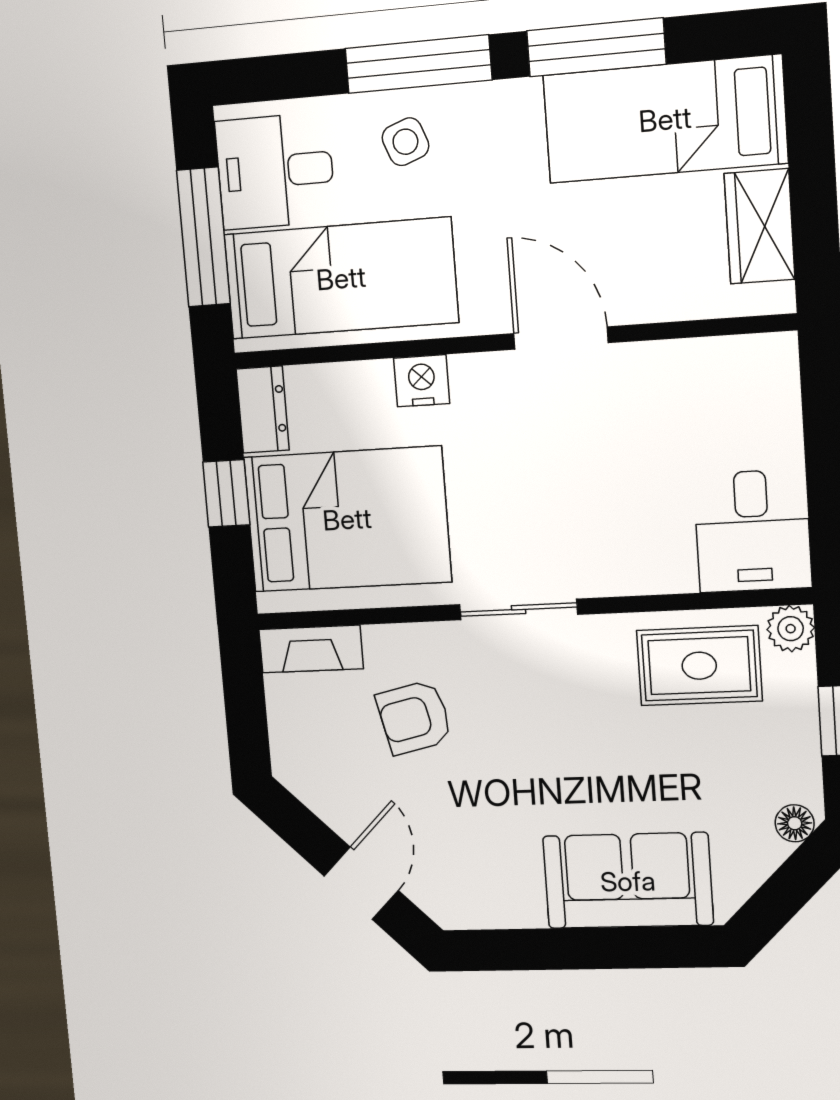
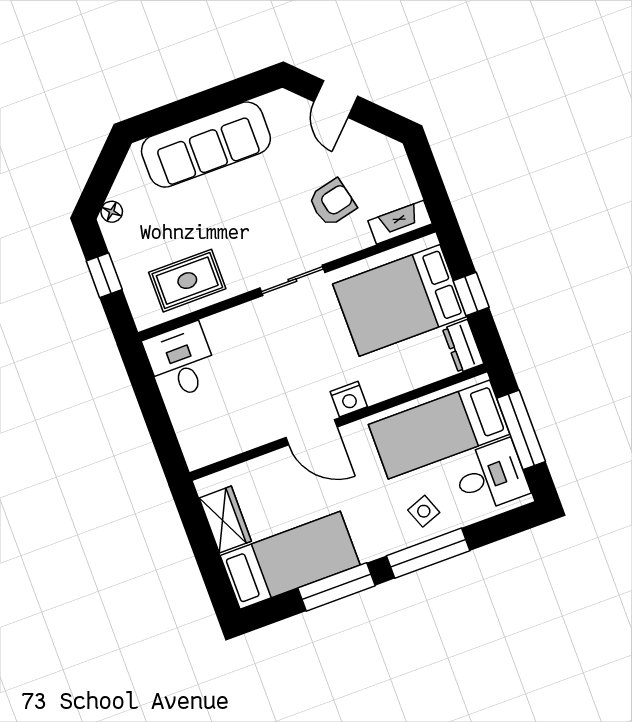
nightstand: (422, 381) -> (349, 399), moved
plant: (791, 629) -> (146, 316), removed
sofa: (628, 881) -> (206, 145), width x1.36

